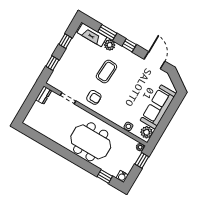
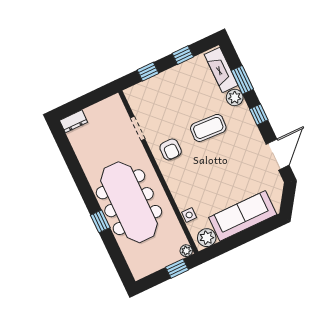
dresser: (44, 95) -> (74, 121), moved
meeting table: (91, 142) -> (129, 202), width x1.36
window: (105, 176) -> (100, 221), moved
water cooler: (122, 176) -> (139, 272), removed

